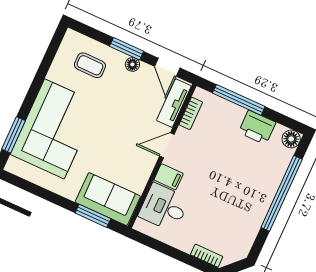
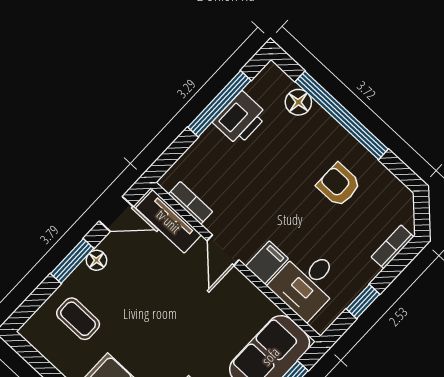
coffee table: (90, 65) -> (78, 319), turned 90
window: (239, 100) -> (219, 104), moved
floor lamp: (291, 139) -> (298, 102), moved
armchair: (235, 207) -> (339, 185), added
window: (164, 248) -> (363, 302), added

